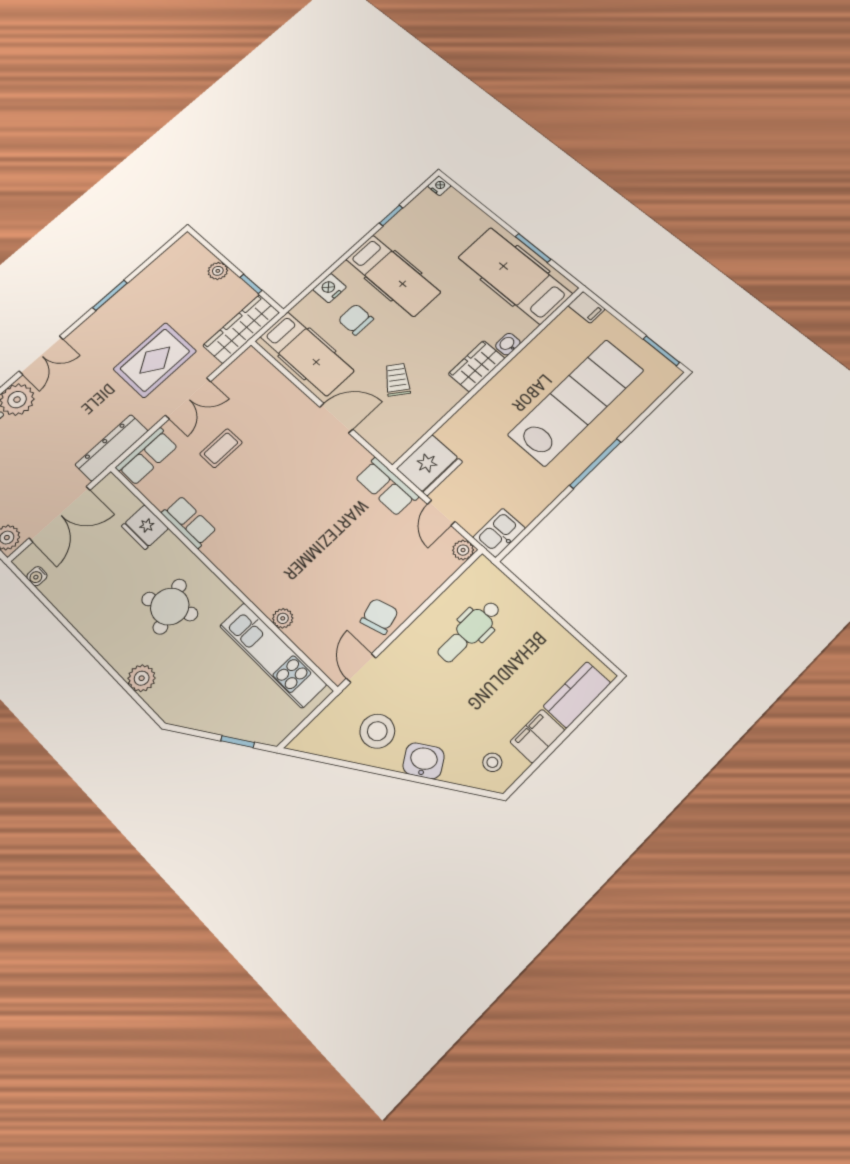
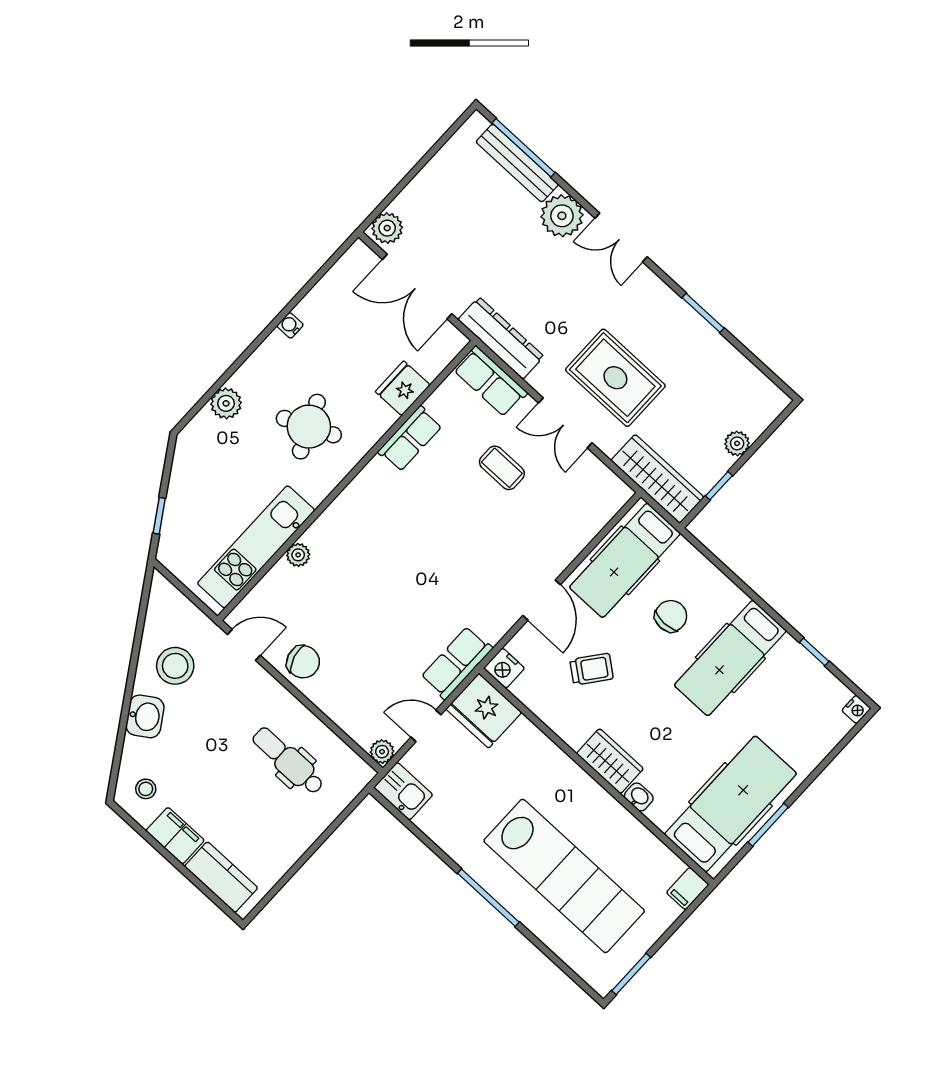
nightstand: (330, 288) -> (504, 668), moved, turned 180
water cooler: (37, 576) -> (290, 325), moved

